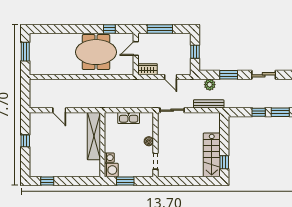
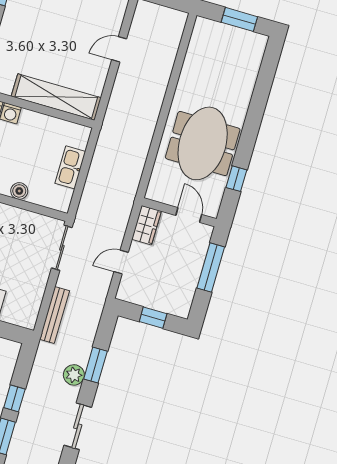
plant: (210, 85) -> (74, 375), moved

